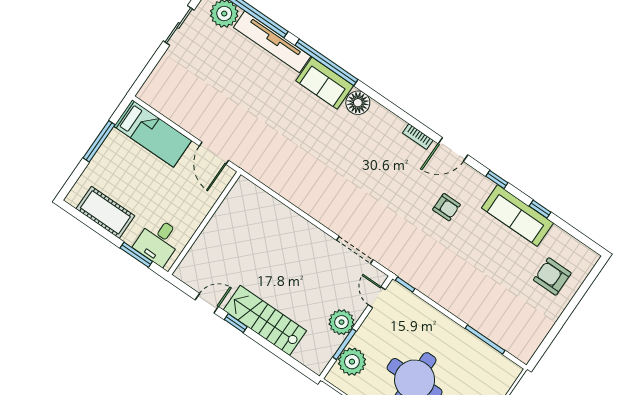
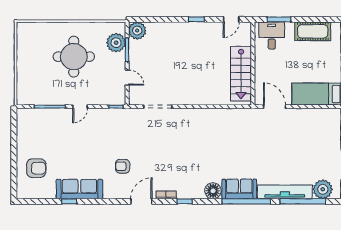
window: (497, 179) -> (185, 201), moved
door: (377, 297) -> (127, 78), moved
door: (207, 303) -> (231, 19), moved
door: (448, 314) -> (80, 107), added
stairs: (265, 320) -> (241, 74), moved, turned 90
plant: (342, 322) -> (137, 31), moved

